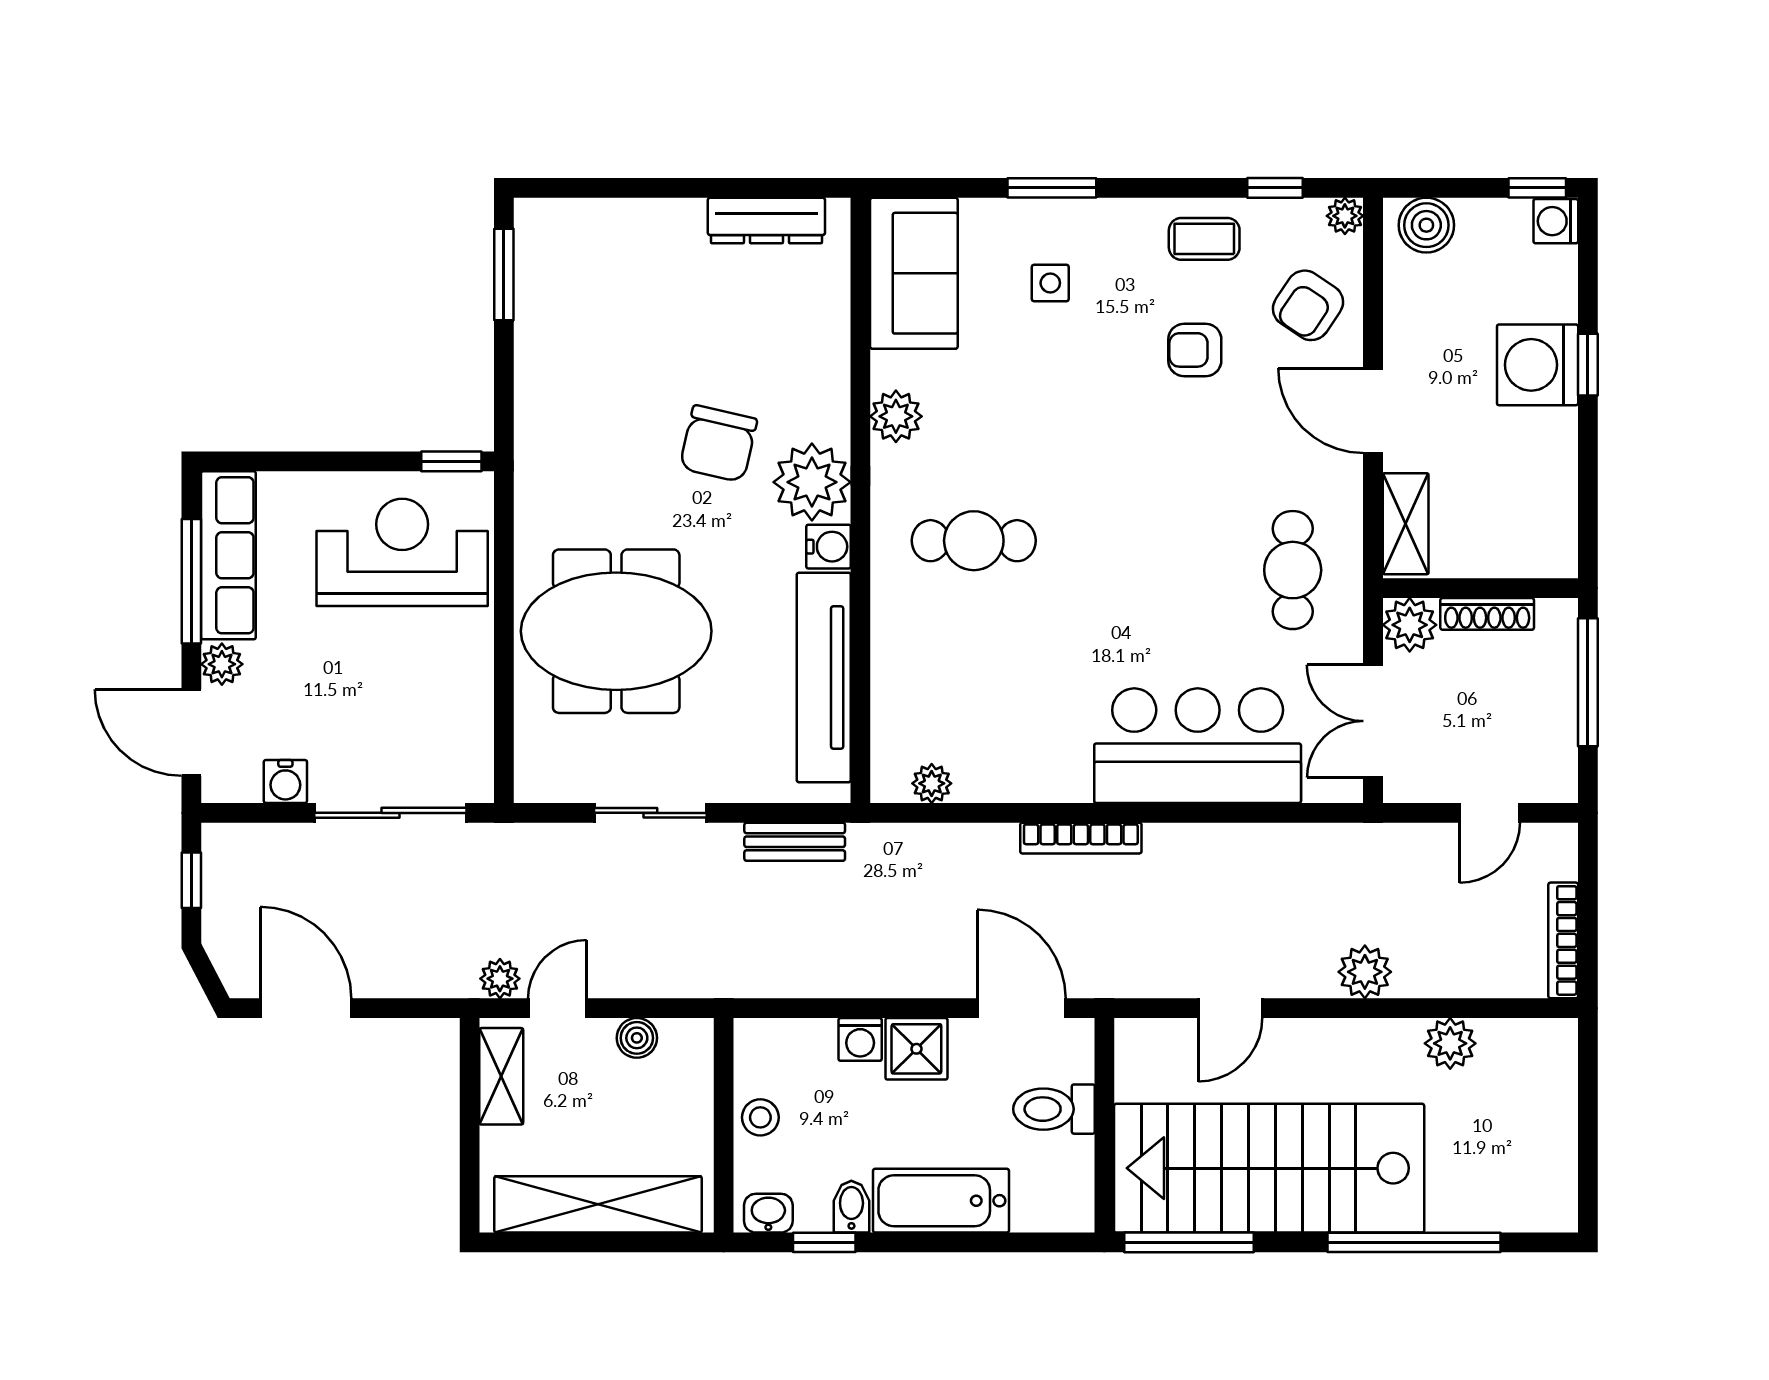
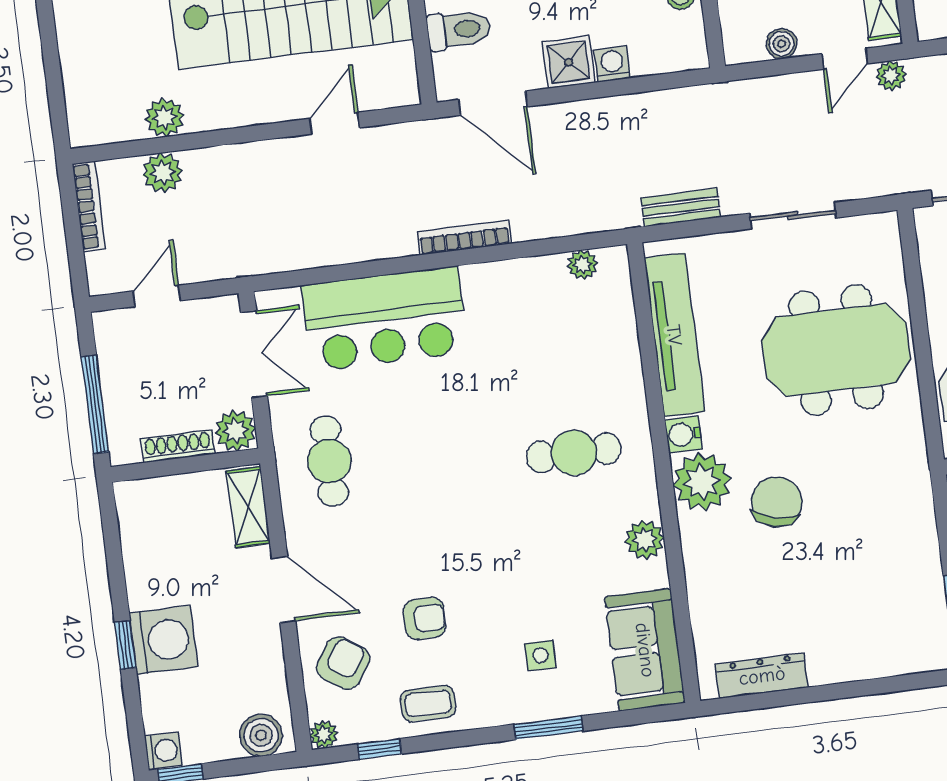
plant: (1365, 972) -> (163, 173), moved

